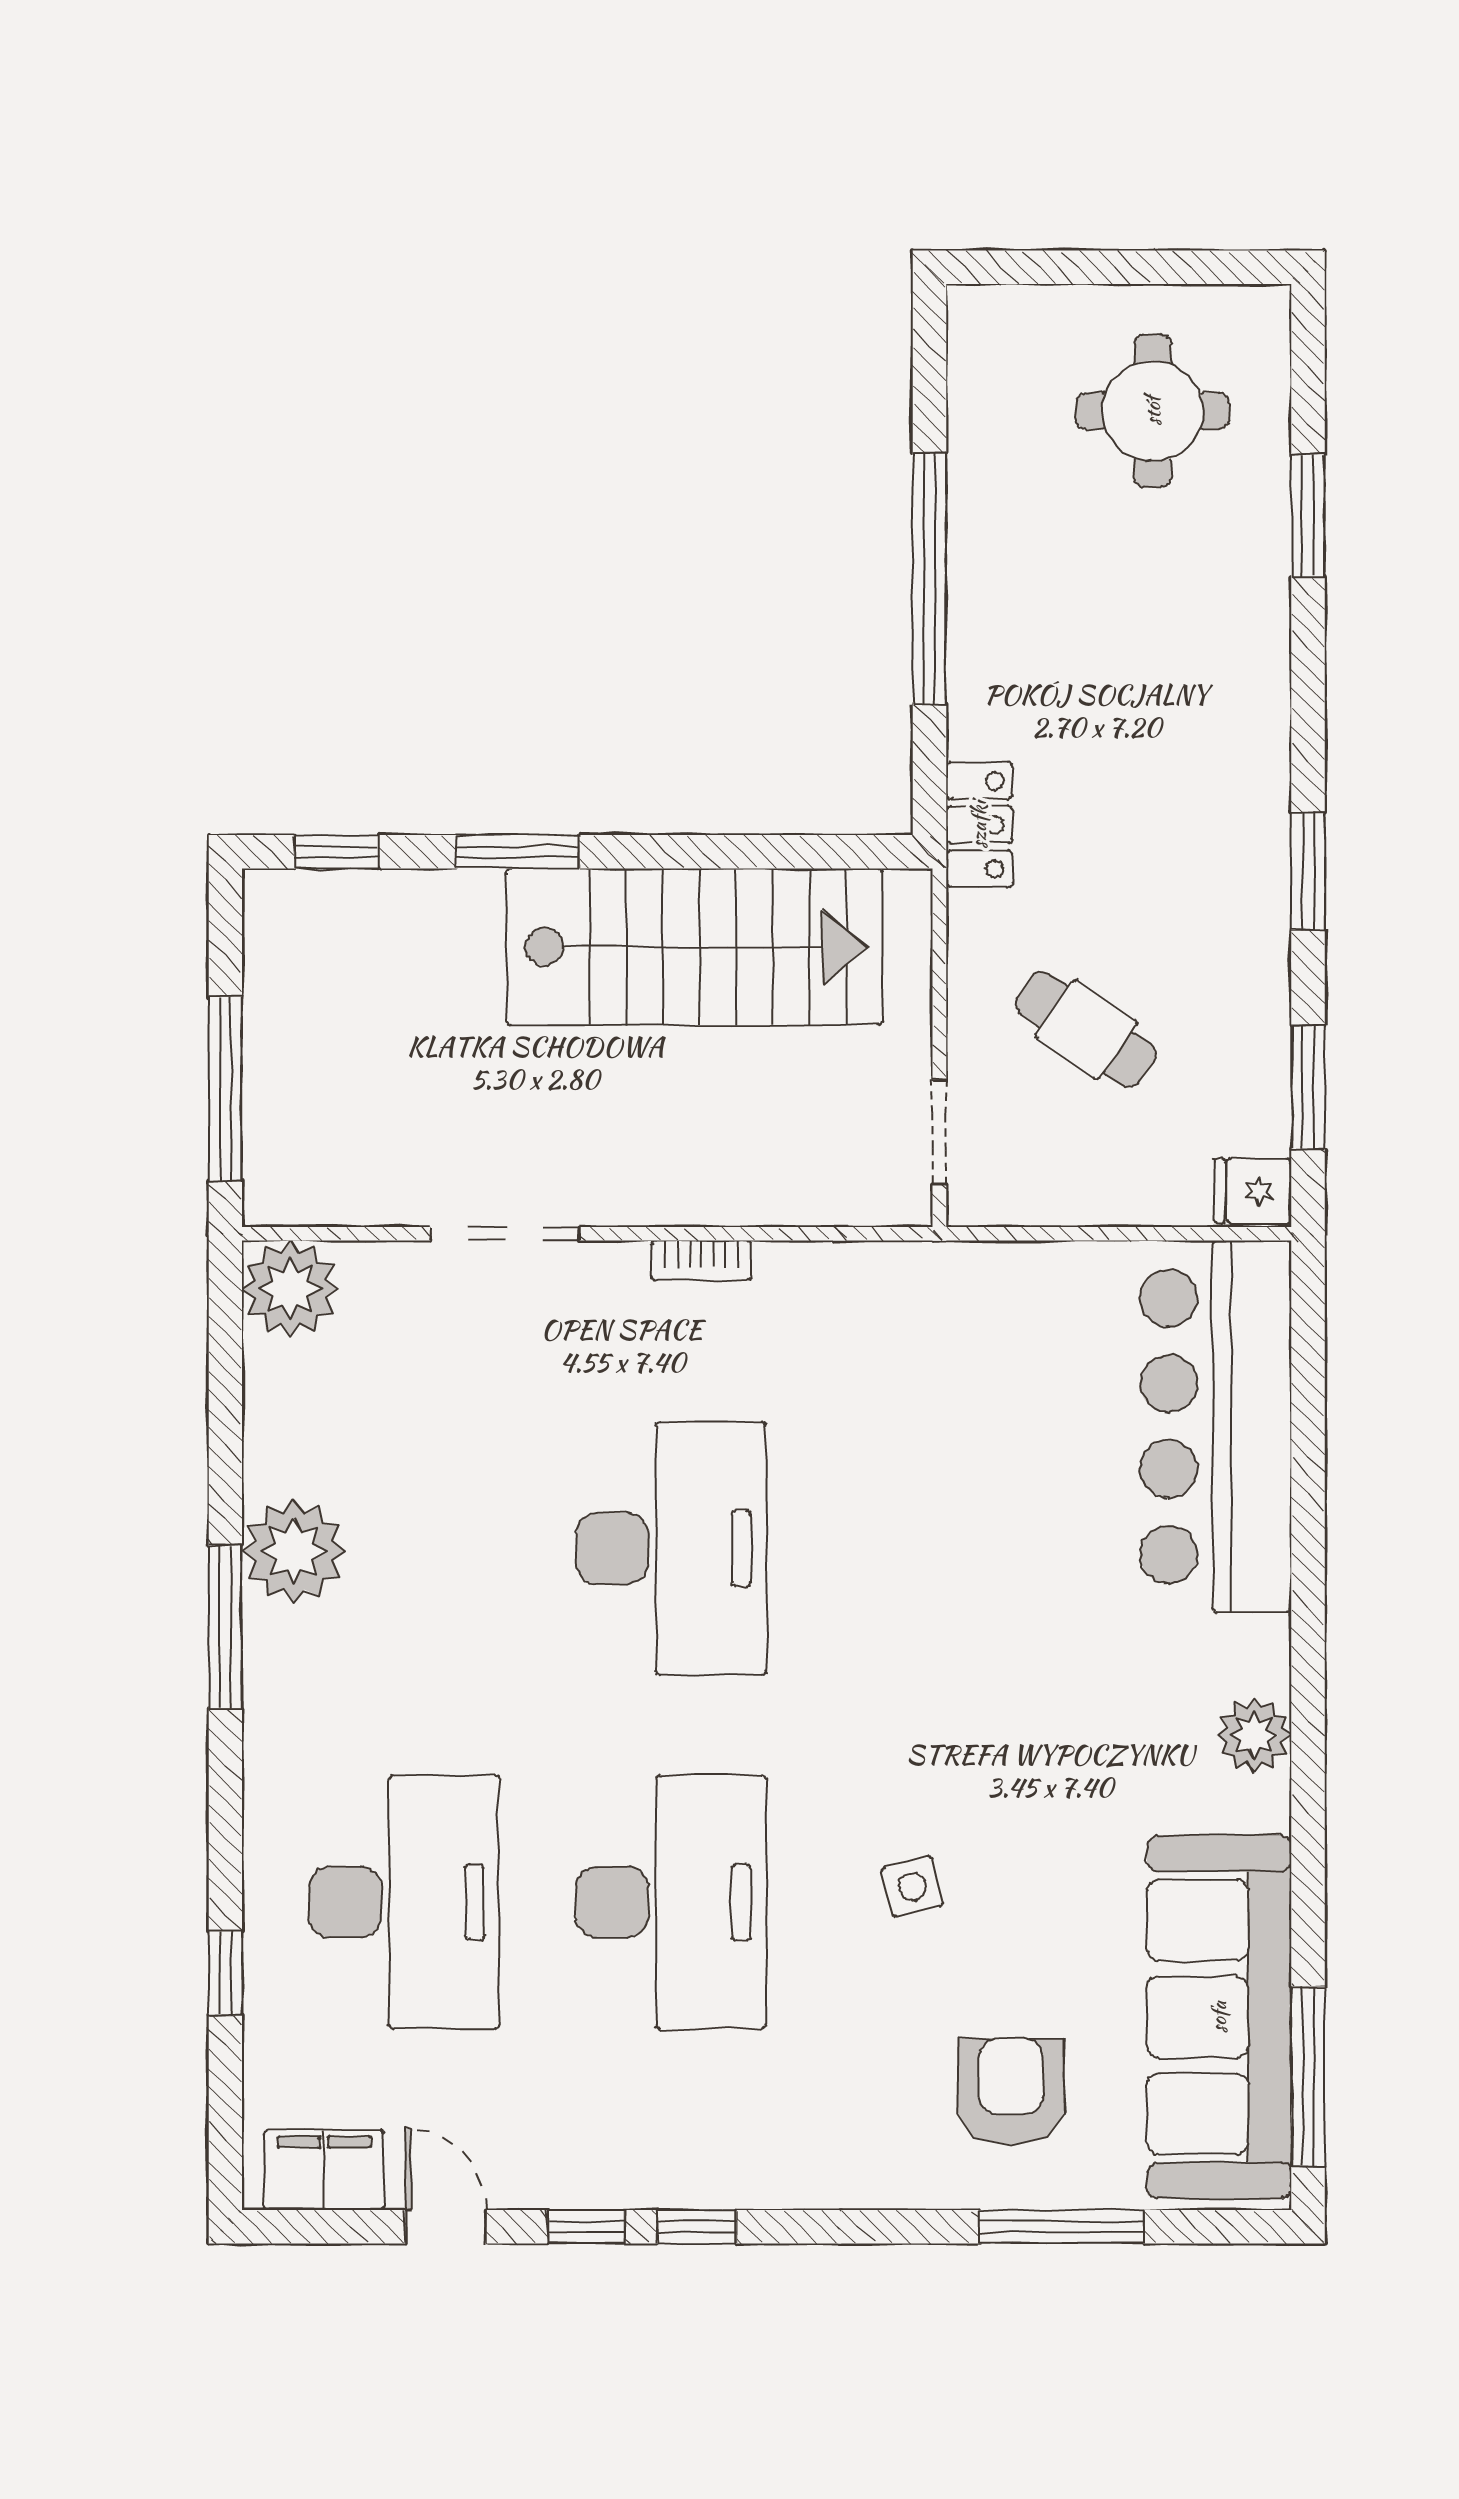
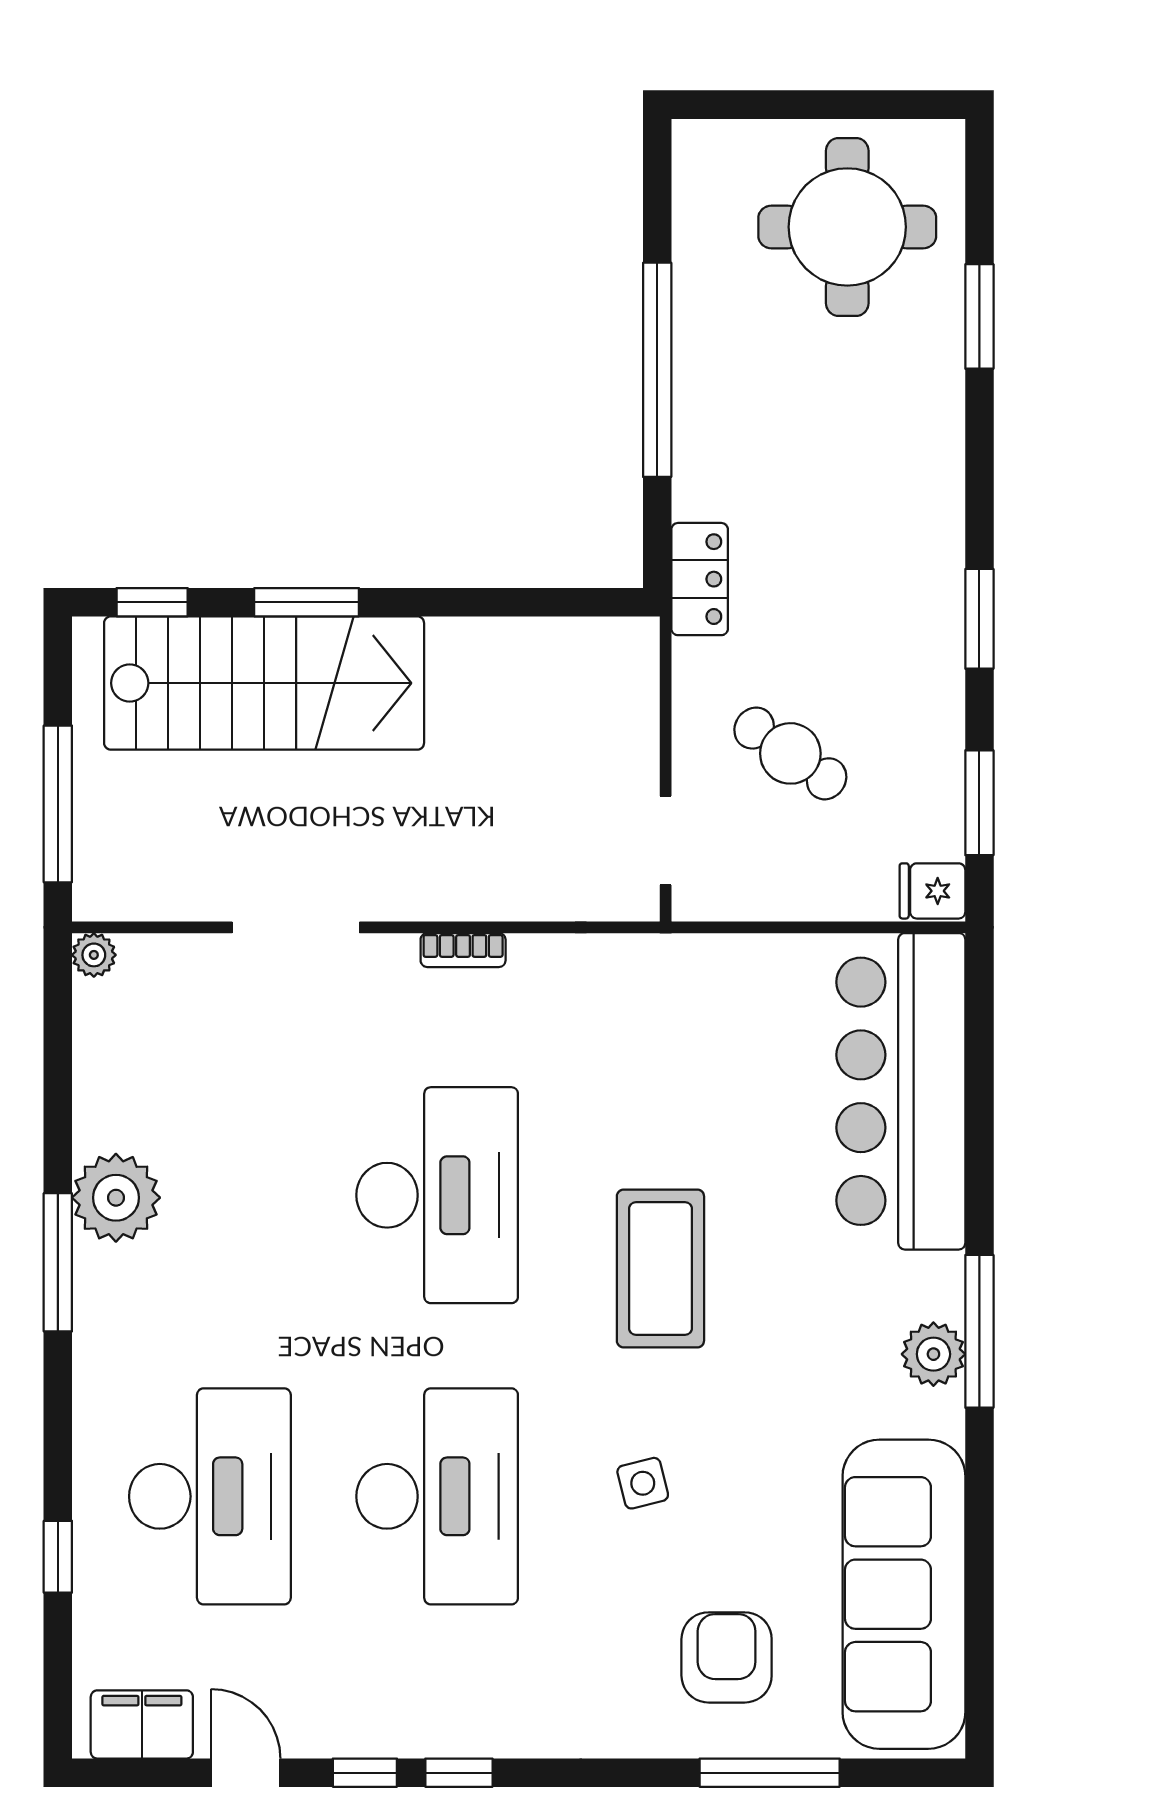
round table: (1153, 411) -> (847, 227), width x1.36, depth x1.36
stairs: (695, 947) -> (264, 683), moved
plant: (290, 1289) -> (94, 955), width x0.53, depth x0.53
coffee table: (933, 1634) -> (660, 1268), added
window: (1308, 2076) -> (979, 1331), moved

